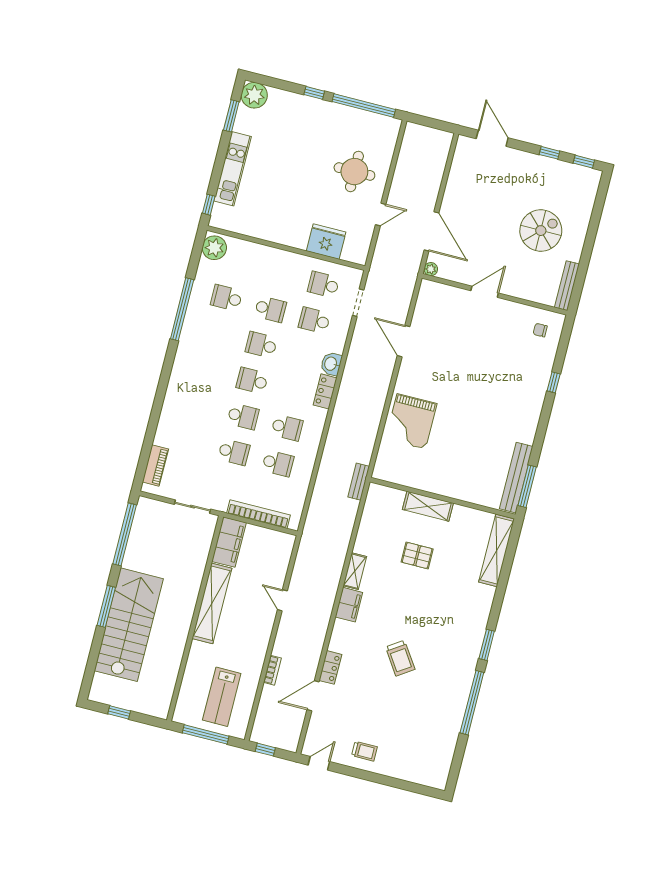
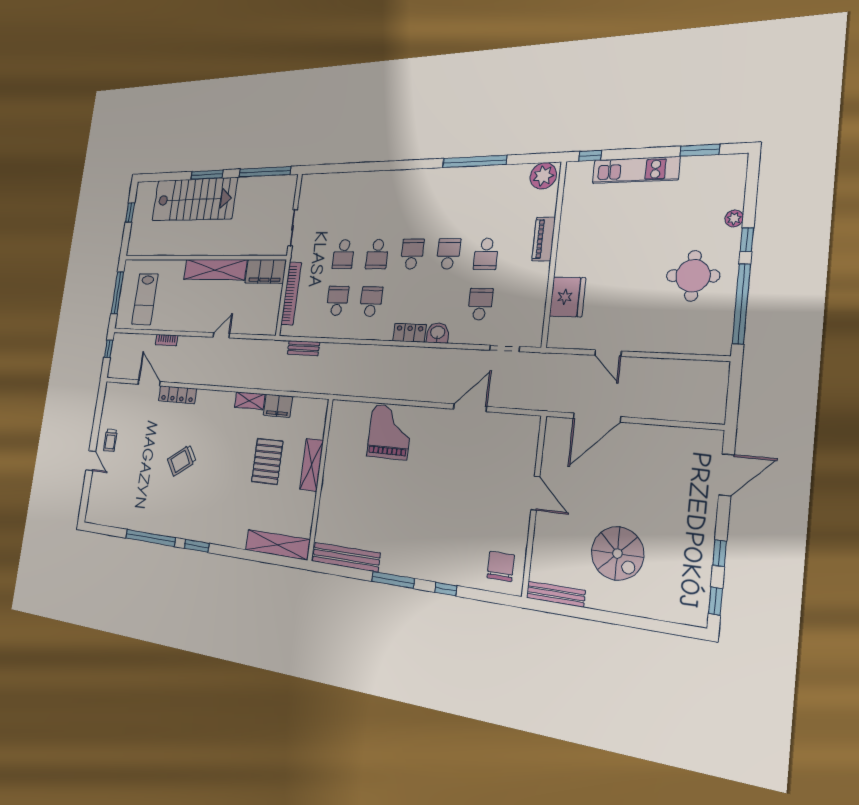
plant: (254, 95) -> (734, 218), moved, width x0.53, depth x0.53
round table: (354, 172) -> (693, 276), moved
plant: (431, 269) -> (553, 425), removed
school desk: (323, 285) -> (519, 305), removed
school desk: (226, 298) -> (492, 204), removed
chair: (540, 330) -> (501, 566), width x1.87, depth x1.87
grand piano: (411, 421) -> (390, 432), turned 90
school desk: (287, 428) -> (371, 302), turned 180
school desk: (278, 463) -> (337, 301), turned 180
piano: (155, 466) -> (544, 239), moved, turned 90
bench: (359, 482) -> (303, 348), moved
window: (527, 486) -> (393, 580), moved
pallet: (417, 555) -> (267, 461), width x1.50, depth x1.42
filing cabinet: (349, 605) -> (278, 406), moved
locker: (330, 667) -> (177, 395), width x1.53
lab bench: (222, 697) -> (145, 299), turned -90
door: (319, 763) -> (91, 461), moved

